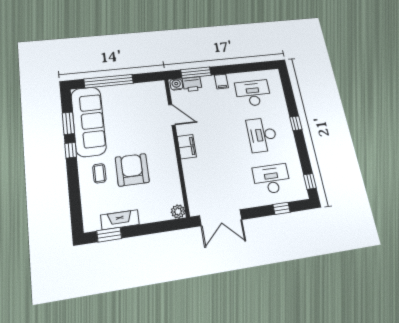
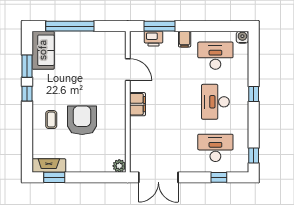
water cooler: (176, 84) -> (242, 37), moved
sofa: (88, 121) -> (43, 50), width x0.54, depth x0.79
fireplace: (120, 220) -> (49, 166), moved

